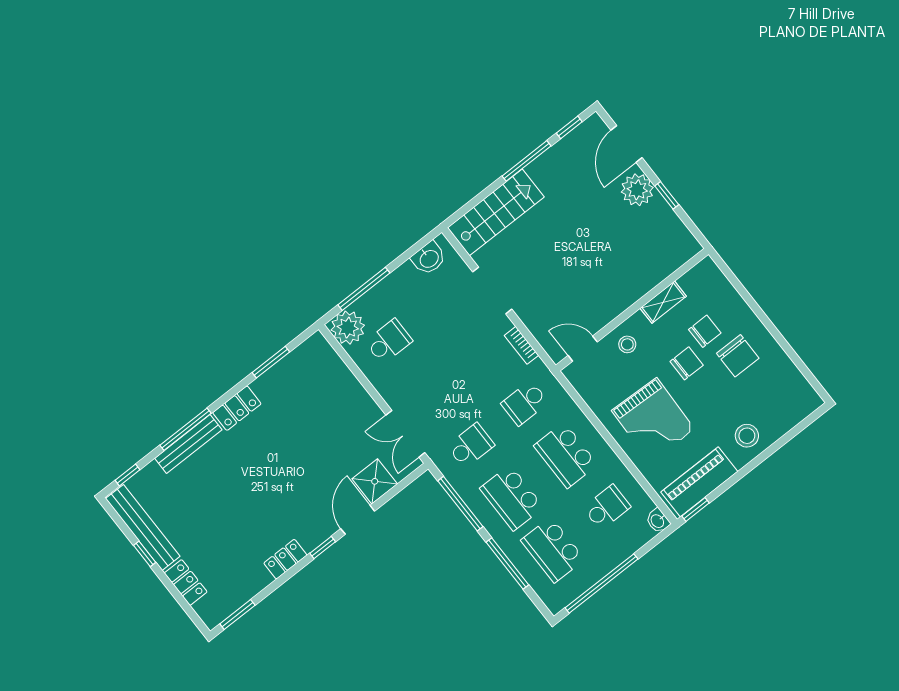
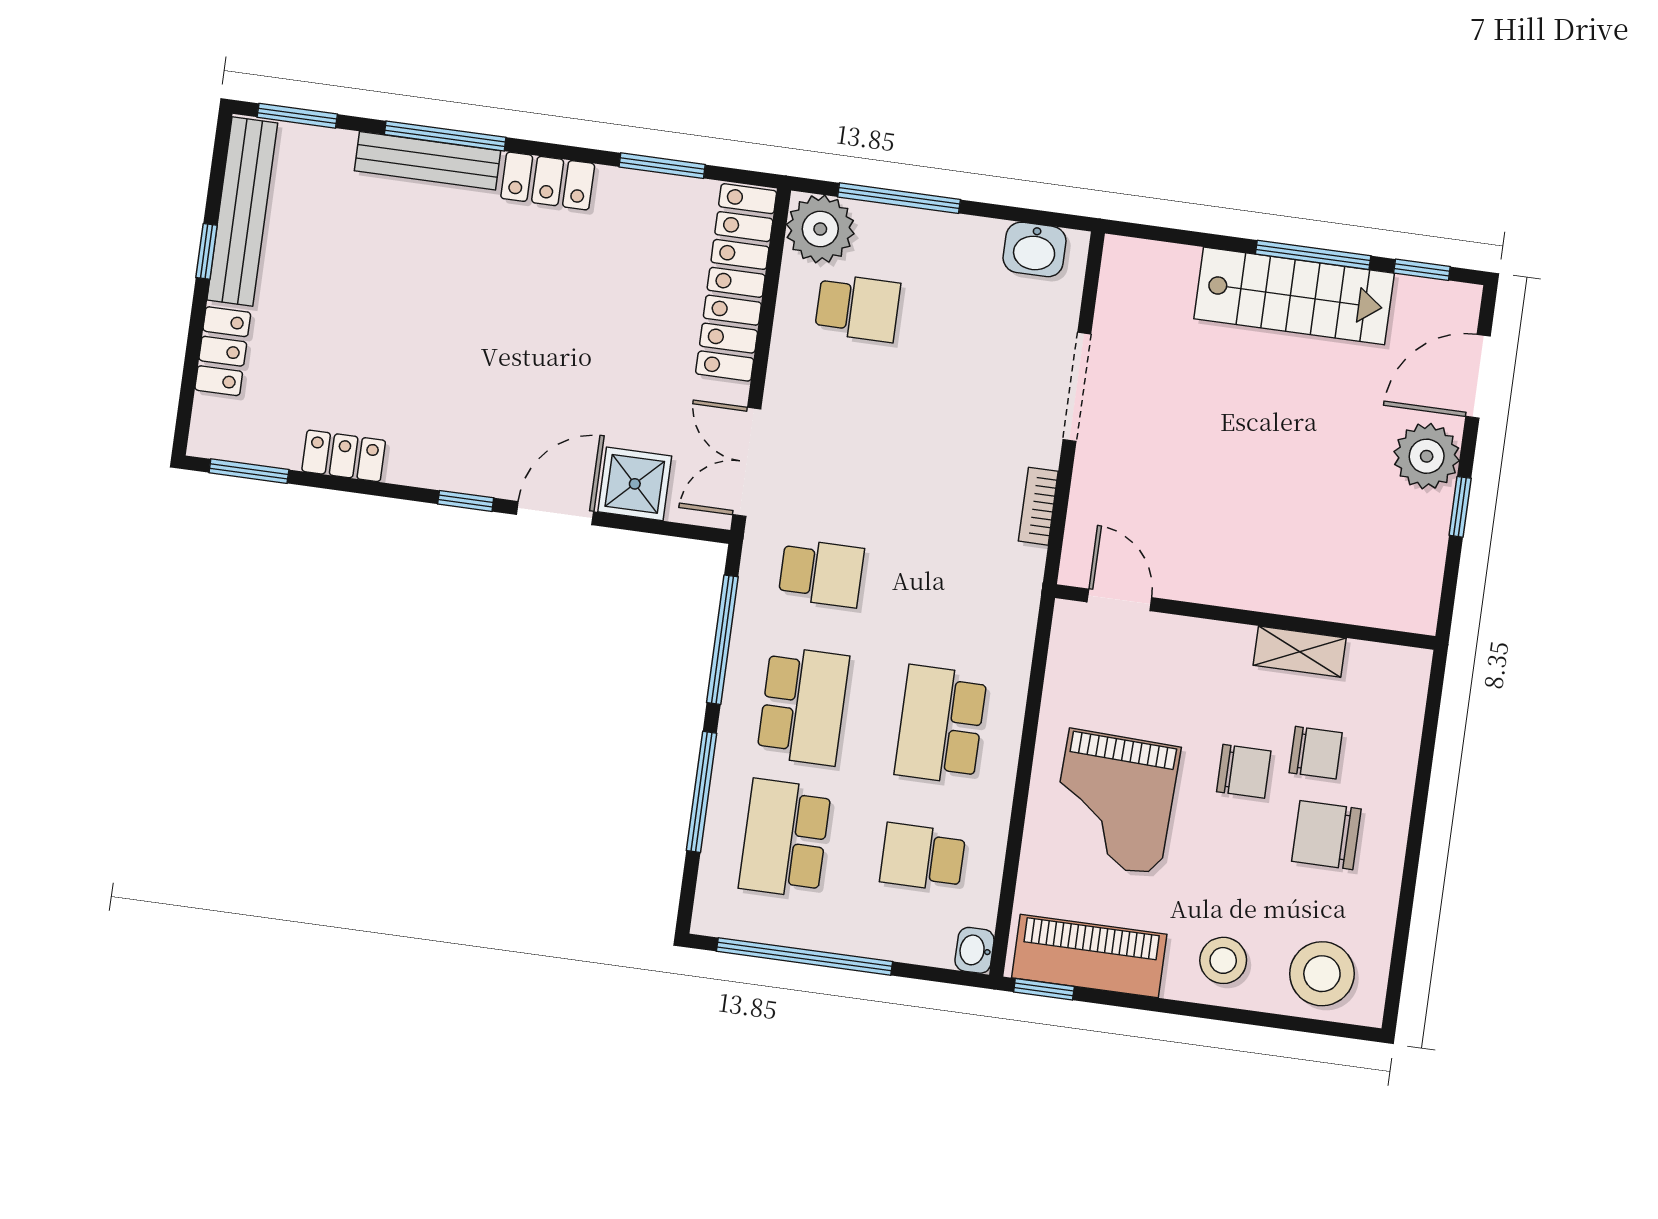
stairs: (496, 212) -> (1294, 296), moved
stool: (627, 344) -> (1322, 974), moved, width x1.89, depth x1.89
chair: (738, 356) -> (1326, 835), turned 90
locker: (338, 376) -> (736, 282), added
school desk: (525, 403) -> (959, 592), removed
window: (127, 475) -> (297, 116), width x1.50
school desk: (512, 498) -> (803, 706), turned 180
school desk: (607, 507) -> (923, 857), turned 180
locker: (285, 559) -> (344, 456), moved

